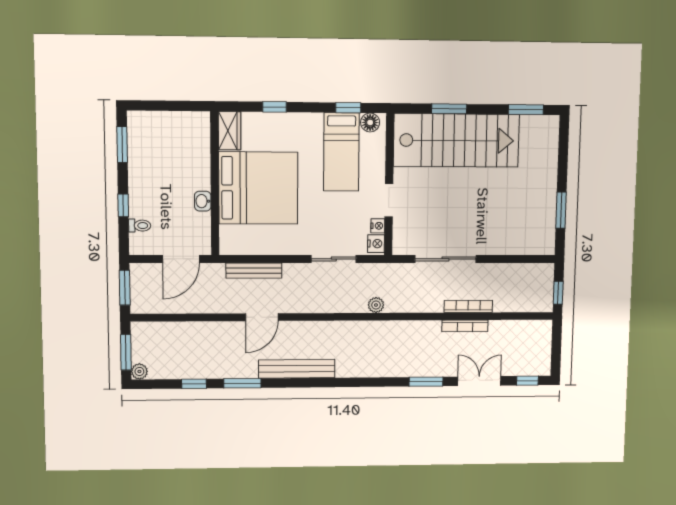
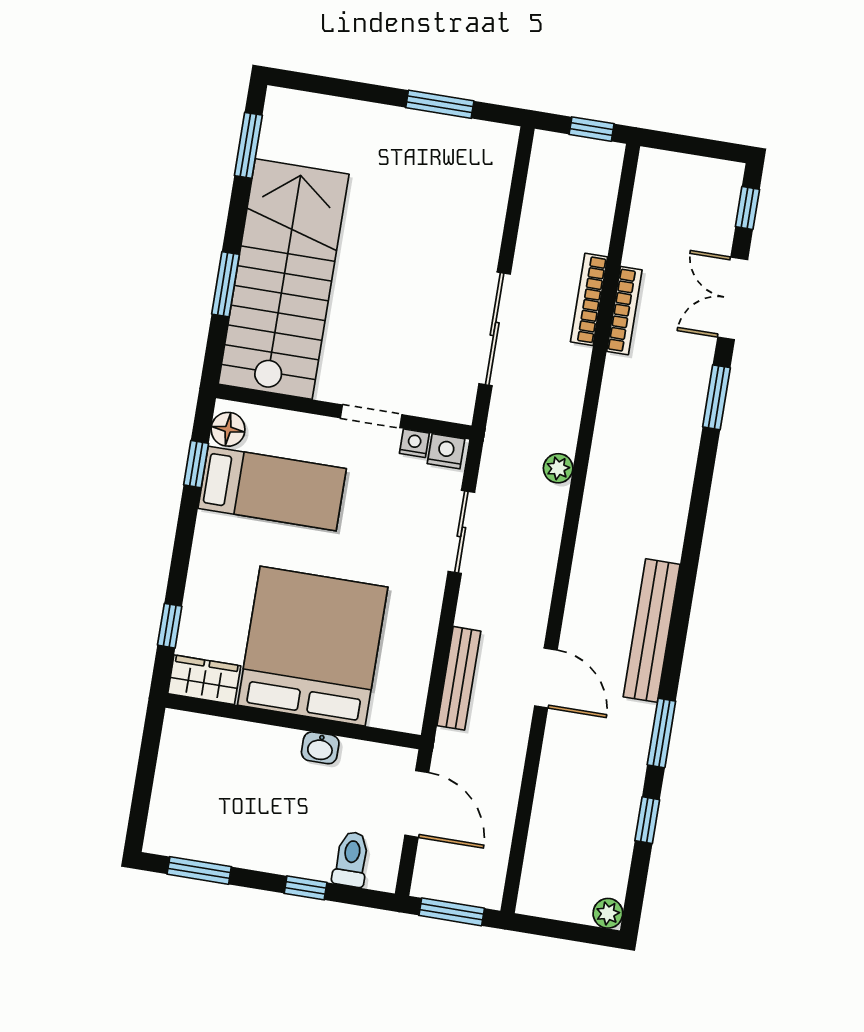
window: (275, 107) -> (170, 626), moved
toilet: (140, 226) -> (351, 859), width x1.37, depth x1.39
window: (126, 352) -> (569, 931), removed

